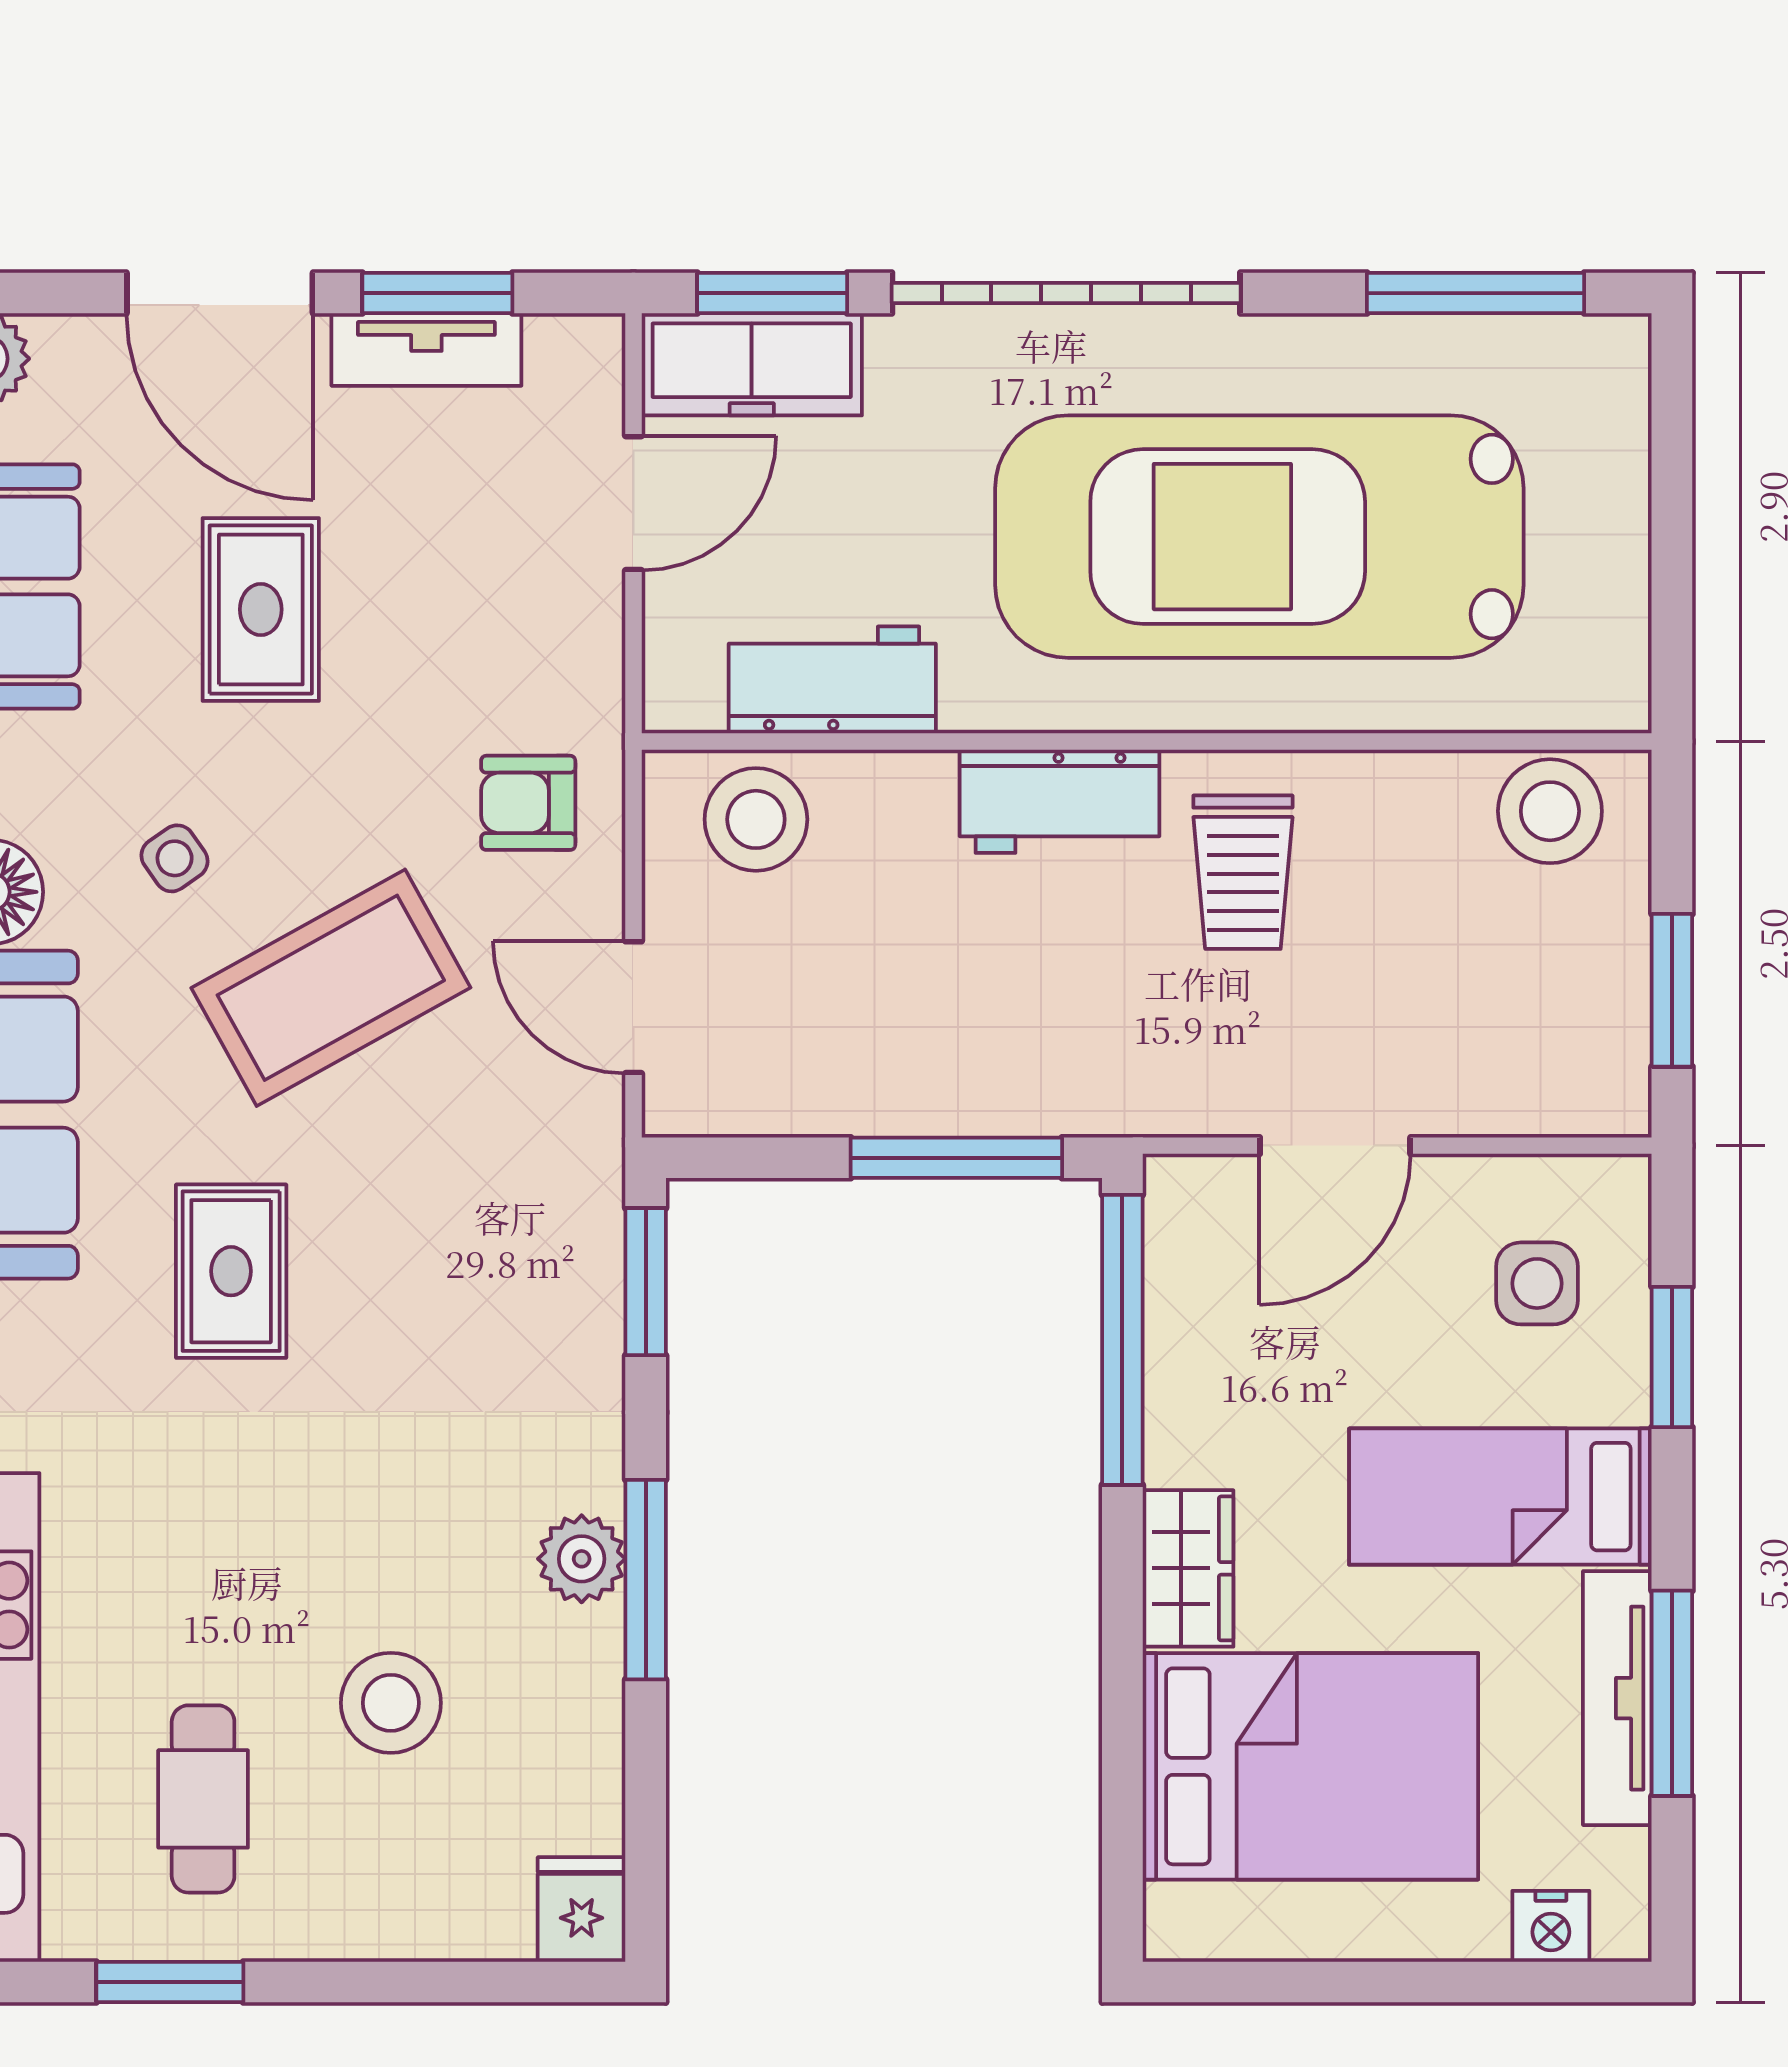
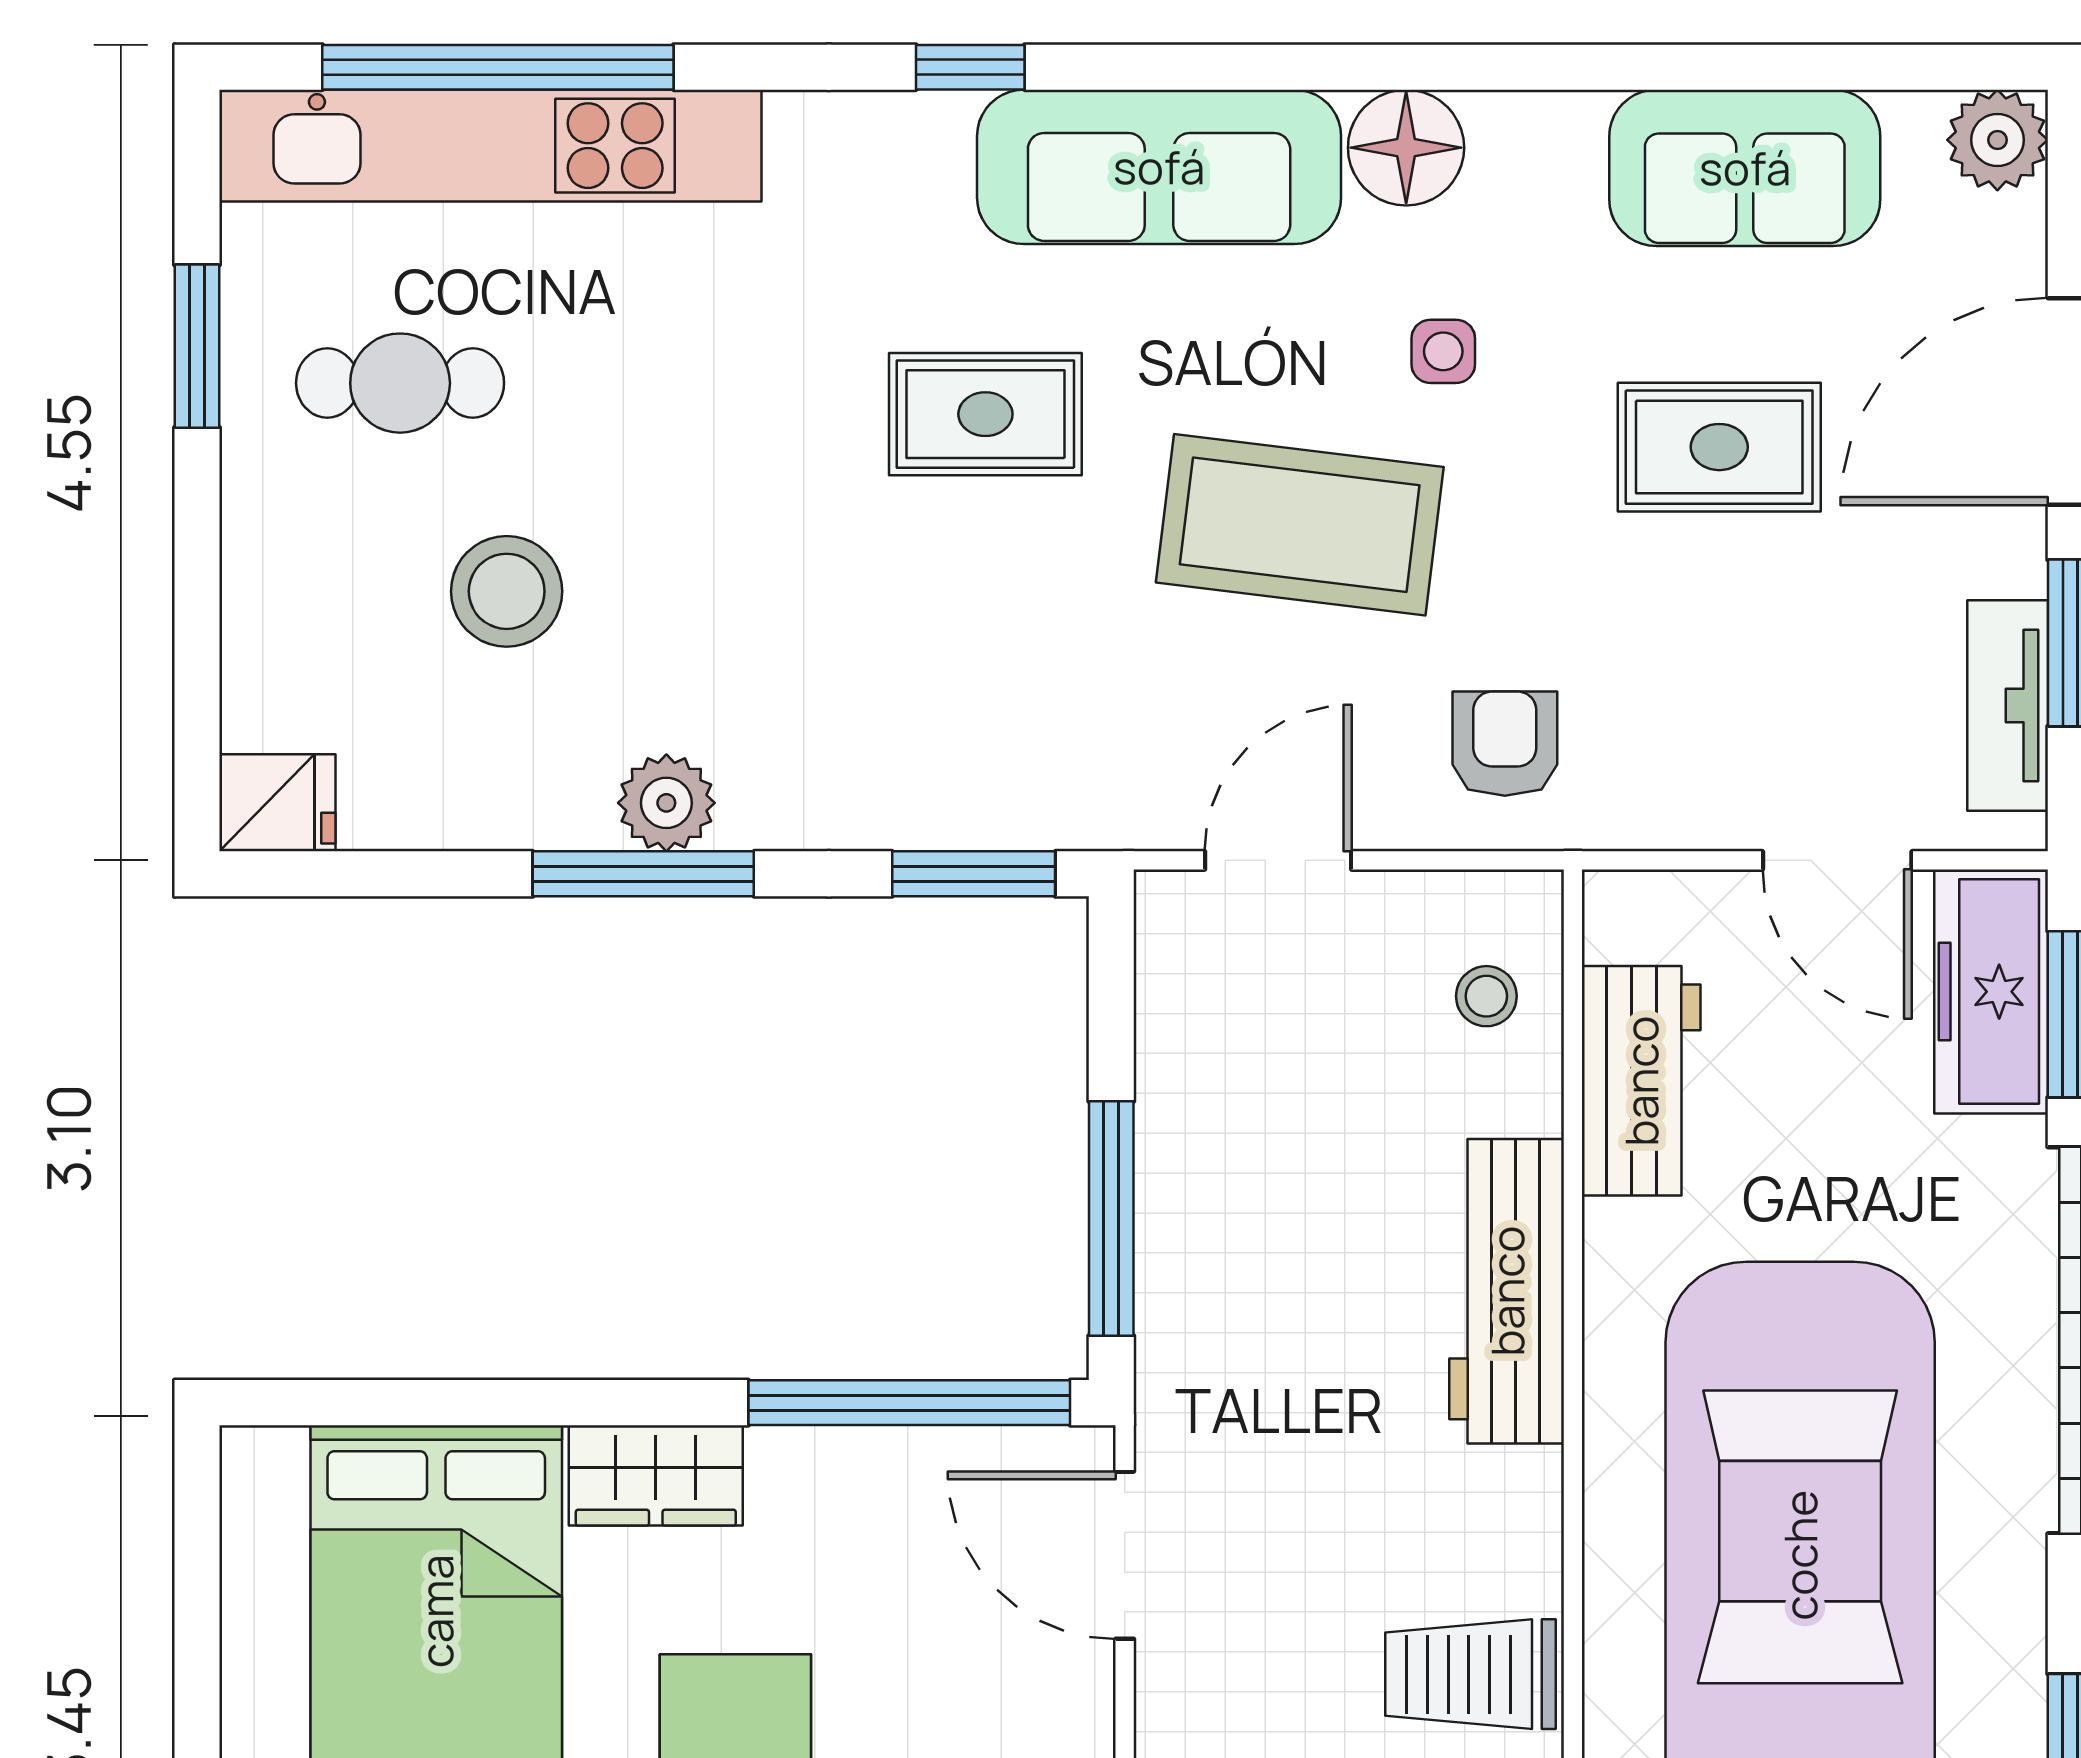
tv unit: (426, 349) -> (2008, 705), moved
workbench: (1059, 801) -> (1507, 1291), width x1.37
stool: (756, 819) -> (1486, 996), width x0.53, depth x0.53
side table: (175, 858) -> (1443, 351), turned 35
trolley: (1243, 872) -> (1470, 1674), moved
coffee table: (331, 988) -> (1300, 525), turned -54
door: (1335, 1146) -> (1125, 1555), moved

